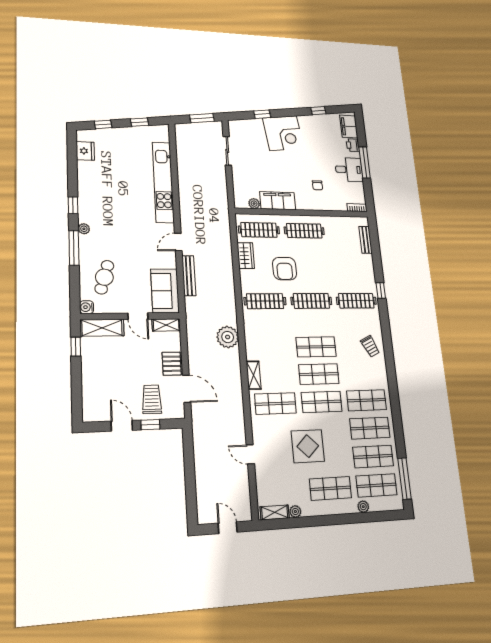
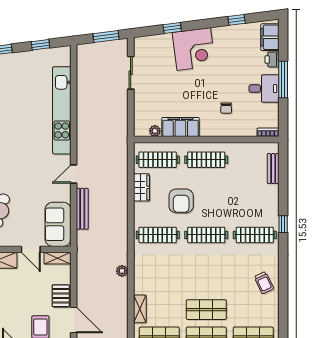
plant: (228, 337) -> (122, 271), width x0.53, depth x0.53
shop shelf: (316, 347) -> (206, 282), removed

